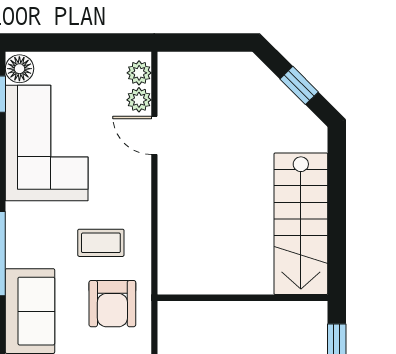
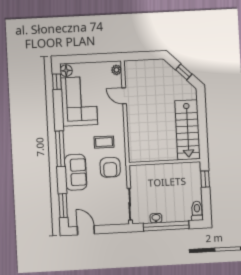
plant: (139, 100) -> (117, 81), removed

